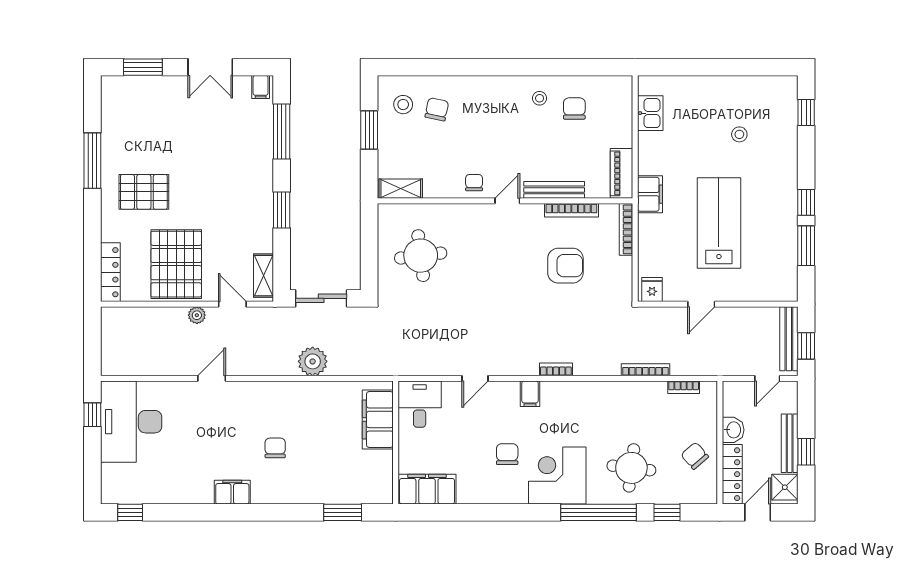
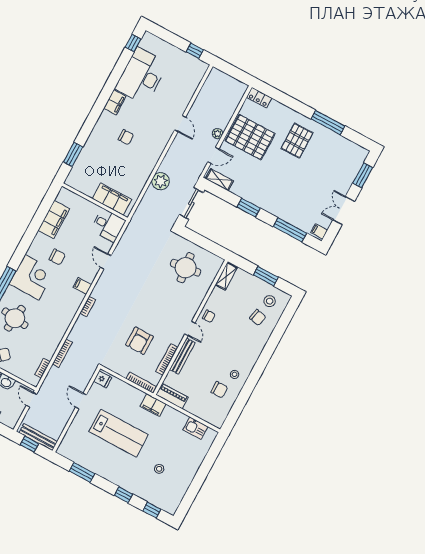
window: (806, 202) -> (123, 495), moved
locker: (110, 272) -> (259, 98), width x0.66
door: (767, 378) -> (31, 400), moved
desk: (131, 422) -> (142, 76), moved, turned -90
filing cabinet: (427, 489) -> (54, 220), moved

